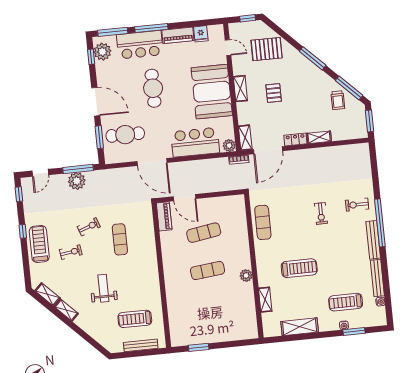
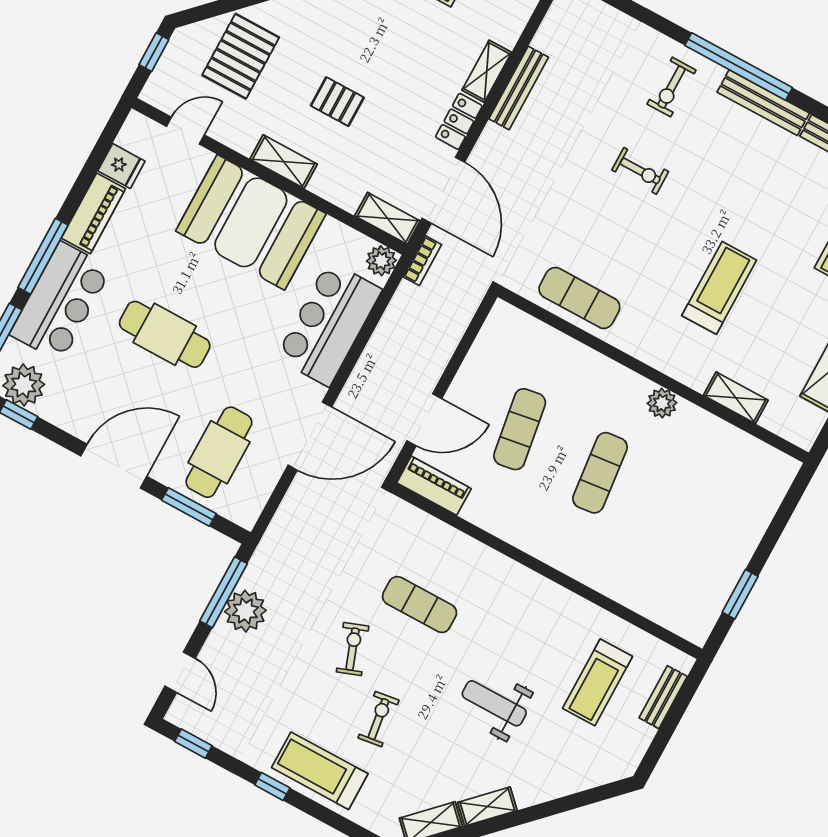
bench: (321, 152) -> (519, 88), added
bench: (141, 345) -> (663, 697), width x0.73

